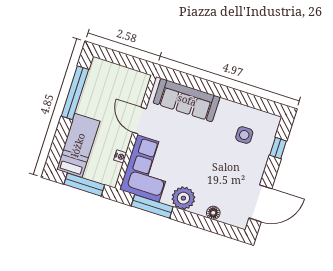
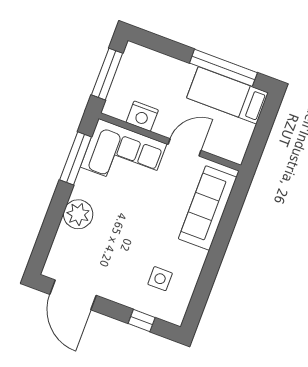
bed: (78, 145) -> (227, 95), moved, turned 180
nightstand: (120, 156) -> (142, 116), width x1.89, depth x1.79
plant: (183, 198) -> (78, 214), moved
floor lamp: (213, 213) -> (64, 235), removed

